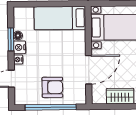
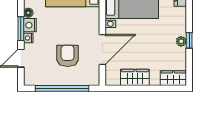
window: (11, 39) -> (21, 29), moved
armchair: (52, 87) -> (68, 56), moved, turned -90

